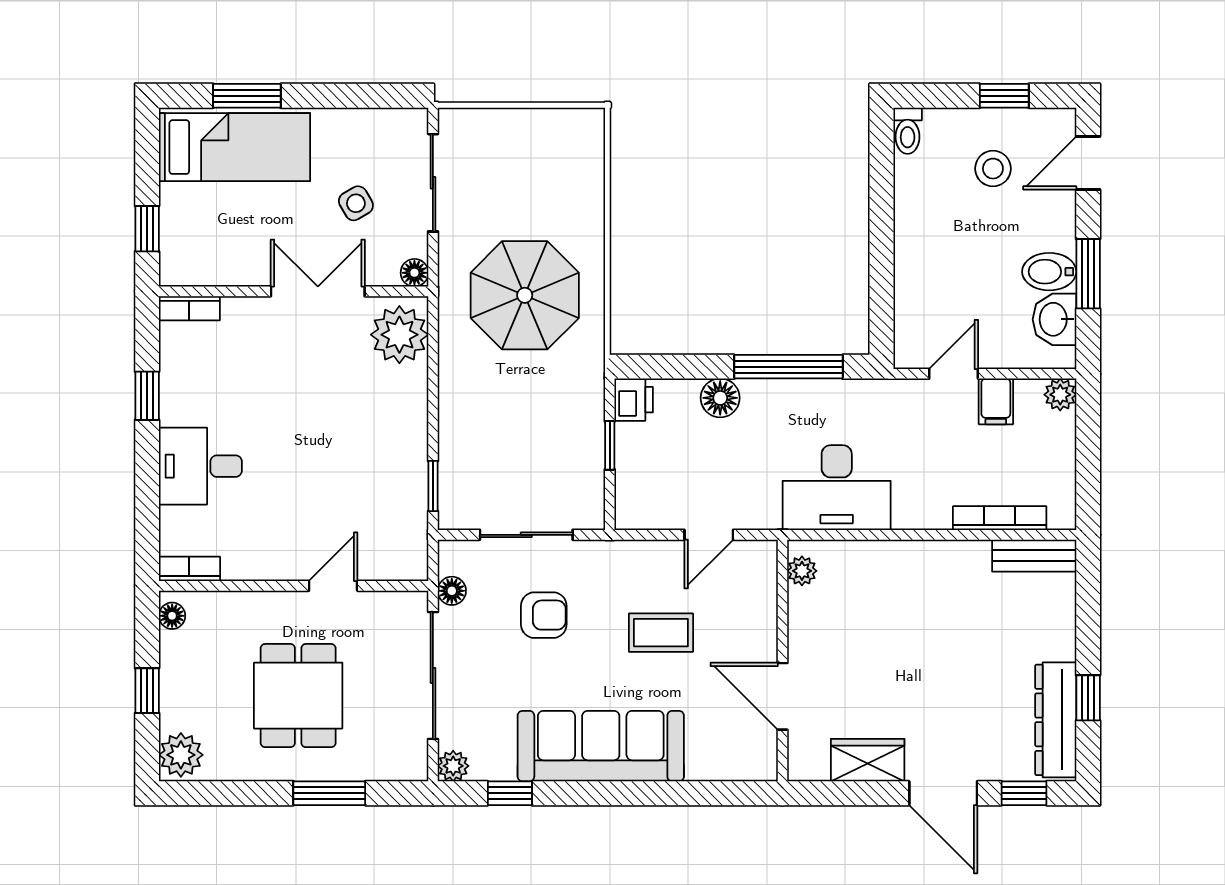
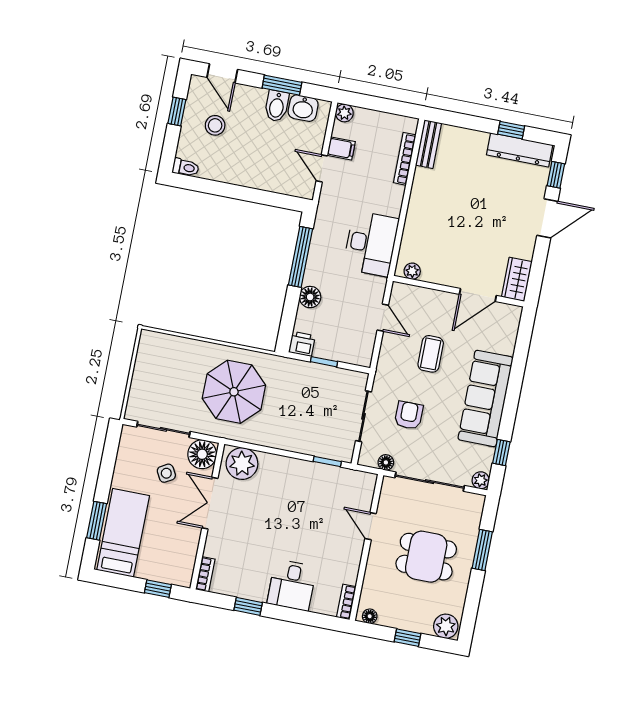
floor lamp: (414, 273) -> (202, 454), width x1.89, depth x1.89
wardrobe: (868, 760) -> (517, 279), moved

